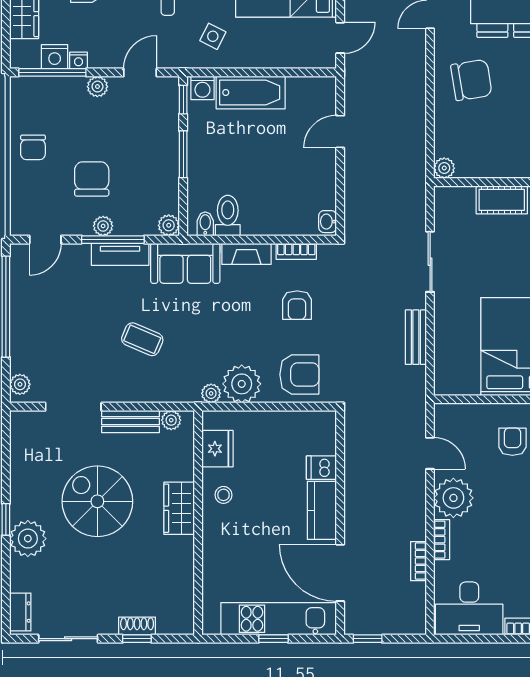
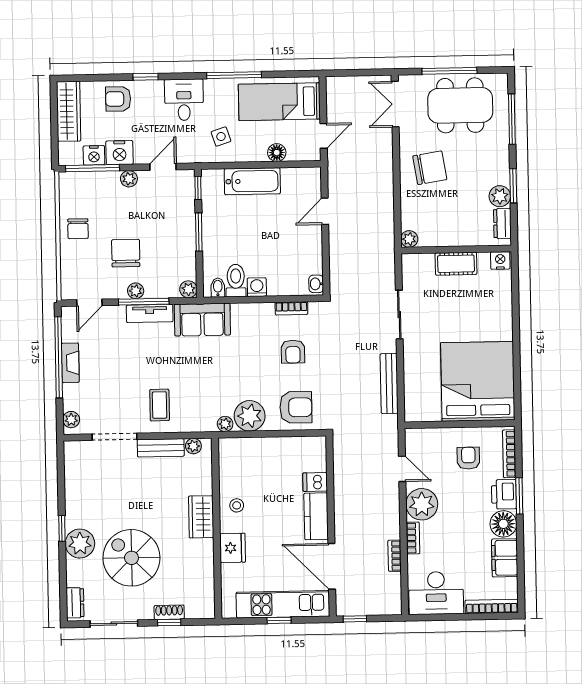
side table: (213, 36) -> (221, 137), turned 45
floor lamp: (282, 58) -> (277, 153), added
nightstand: (79, 60) -> (119, 153), width x1.89, depth x1.79
washing machine: (202, 88) -> (257, 287), moved, turned 180
fireplace: (246, 254) -> (70, 363), moved, turned -90
bench: (416, 337) -> (389, 383), width x1.36
coffee table: (142, 339) -> (160, 405), moved, turned 67
fridge: (217, 449) -> (233, 548), moved
spiral stairs: (97, 501) -> (131, 558), moved

